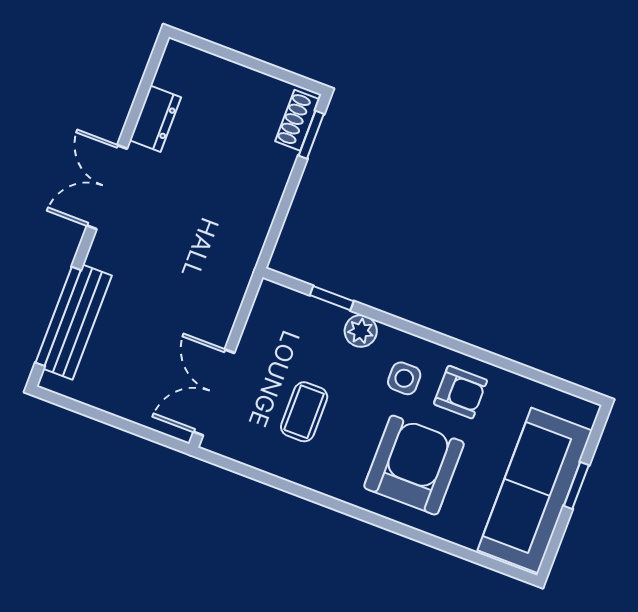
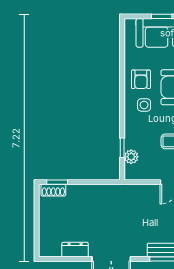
plant: (361, 331) -> (131, 157), moved
armchair: (461, 392) -> (141, 79), turned 180

